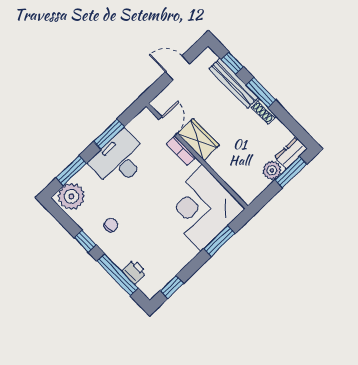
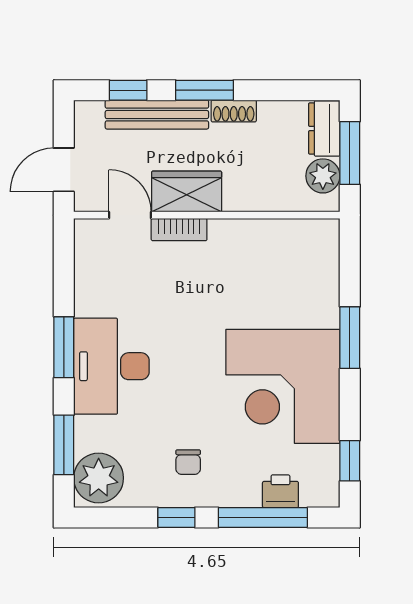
door: (168, 126) -> (130, 215), moved
wardrobe: (198, 139) -> (187, 191), moved
bookcase: (181, 151) -> (179, 230), moved
wall: (197, 156) -> (207, 215), moved
corner desk: (202, 208) -> (283, 386), moved
chair: (111, 225) -> (188, 462), turned 180

